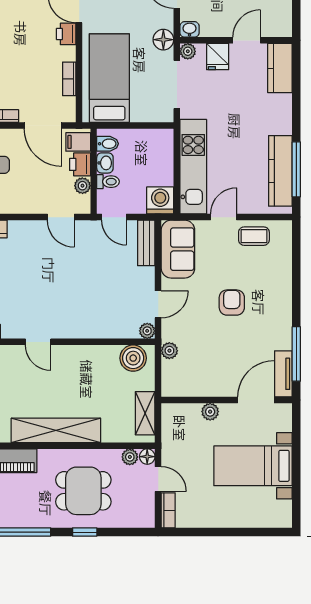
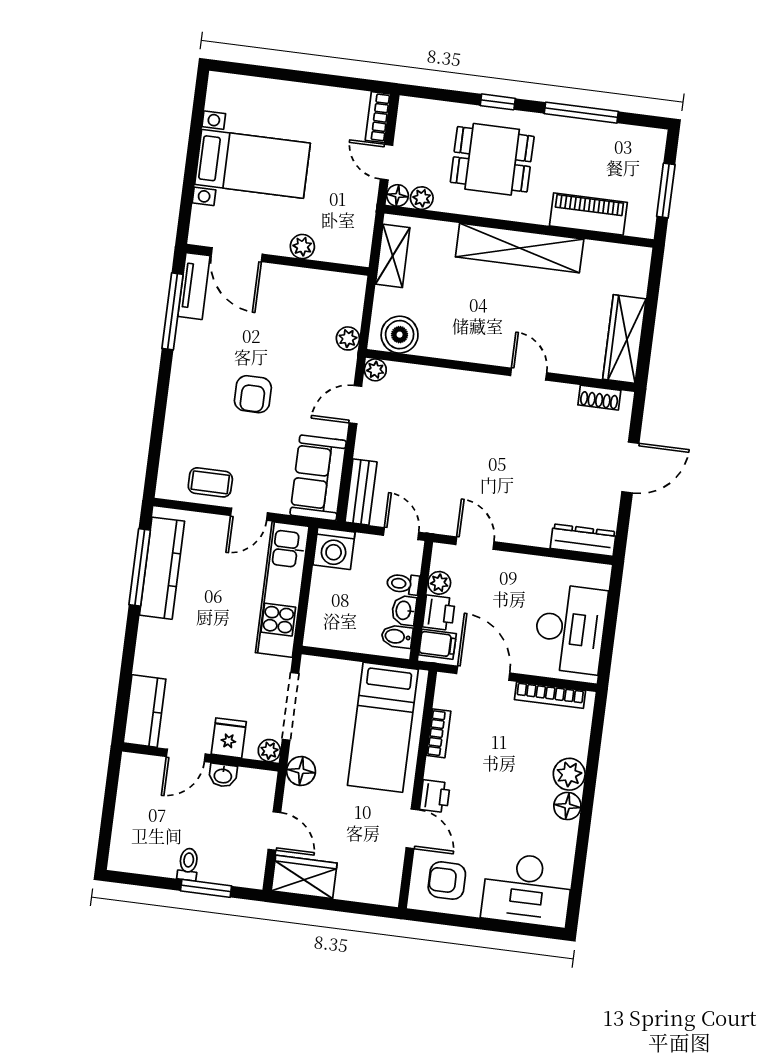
washbasin: (189, 29) -> (223, 775), moved
door: (256, 400) -> (237, 255), hinge flipped

